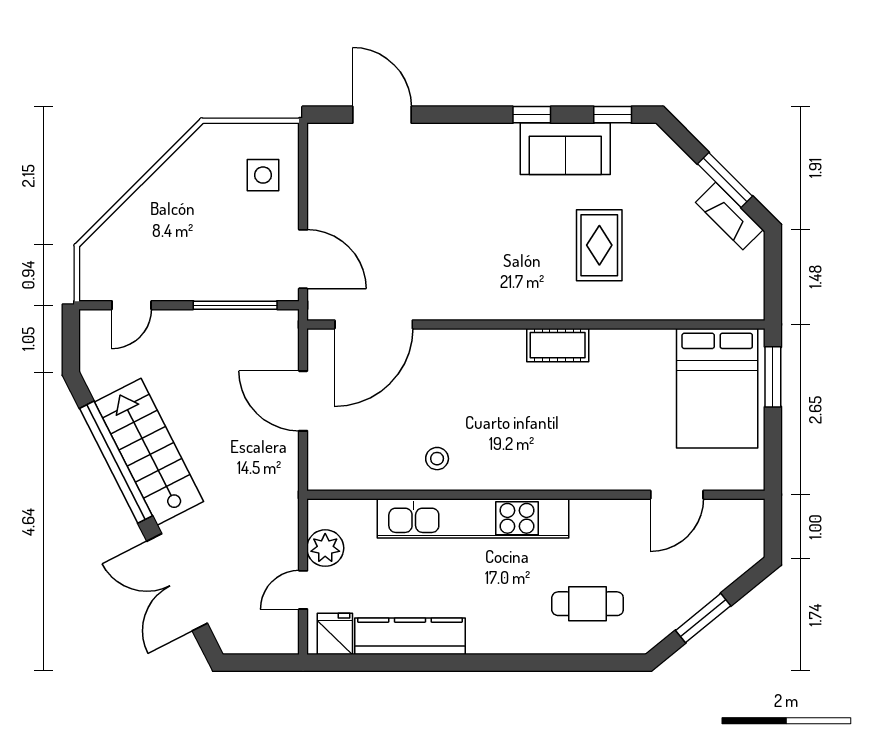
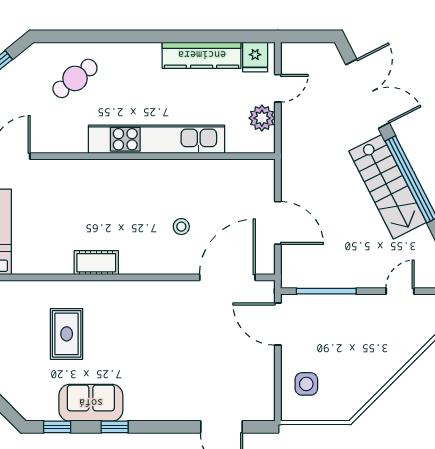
stool: (437, 459) -> (181, 227), moved
cafe table: (588, 604) -> (75, 78), turned -38

